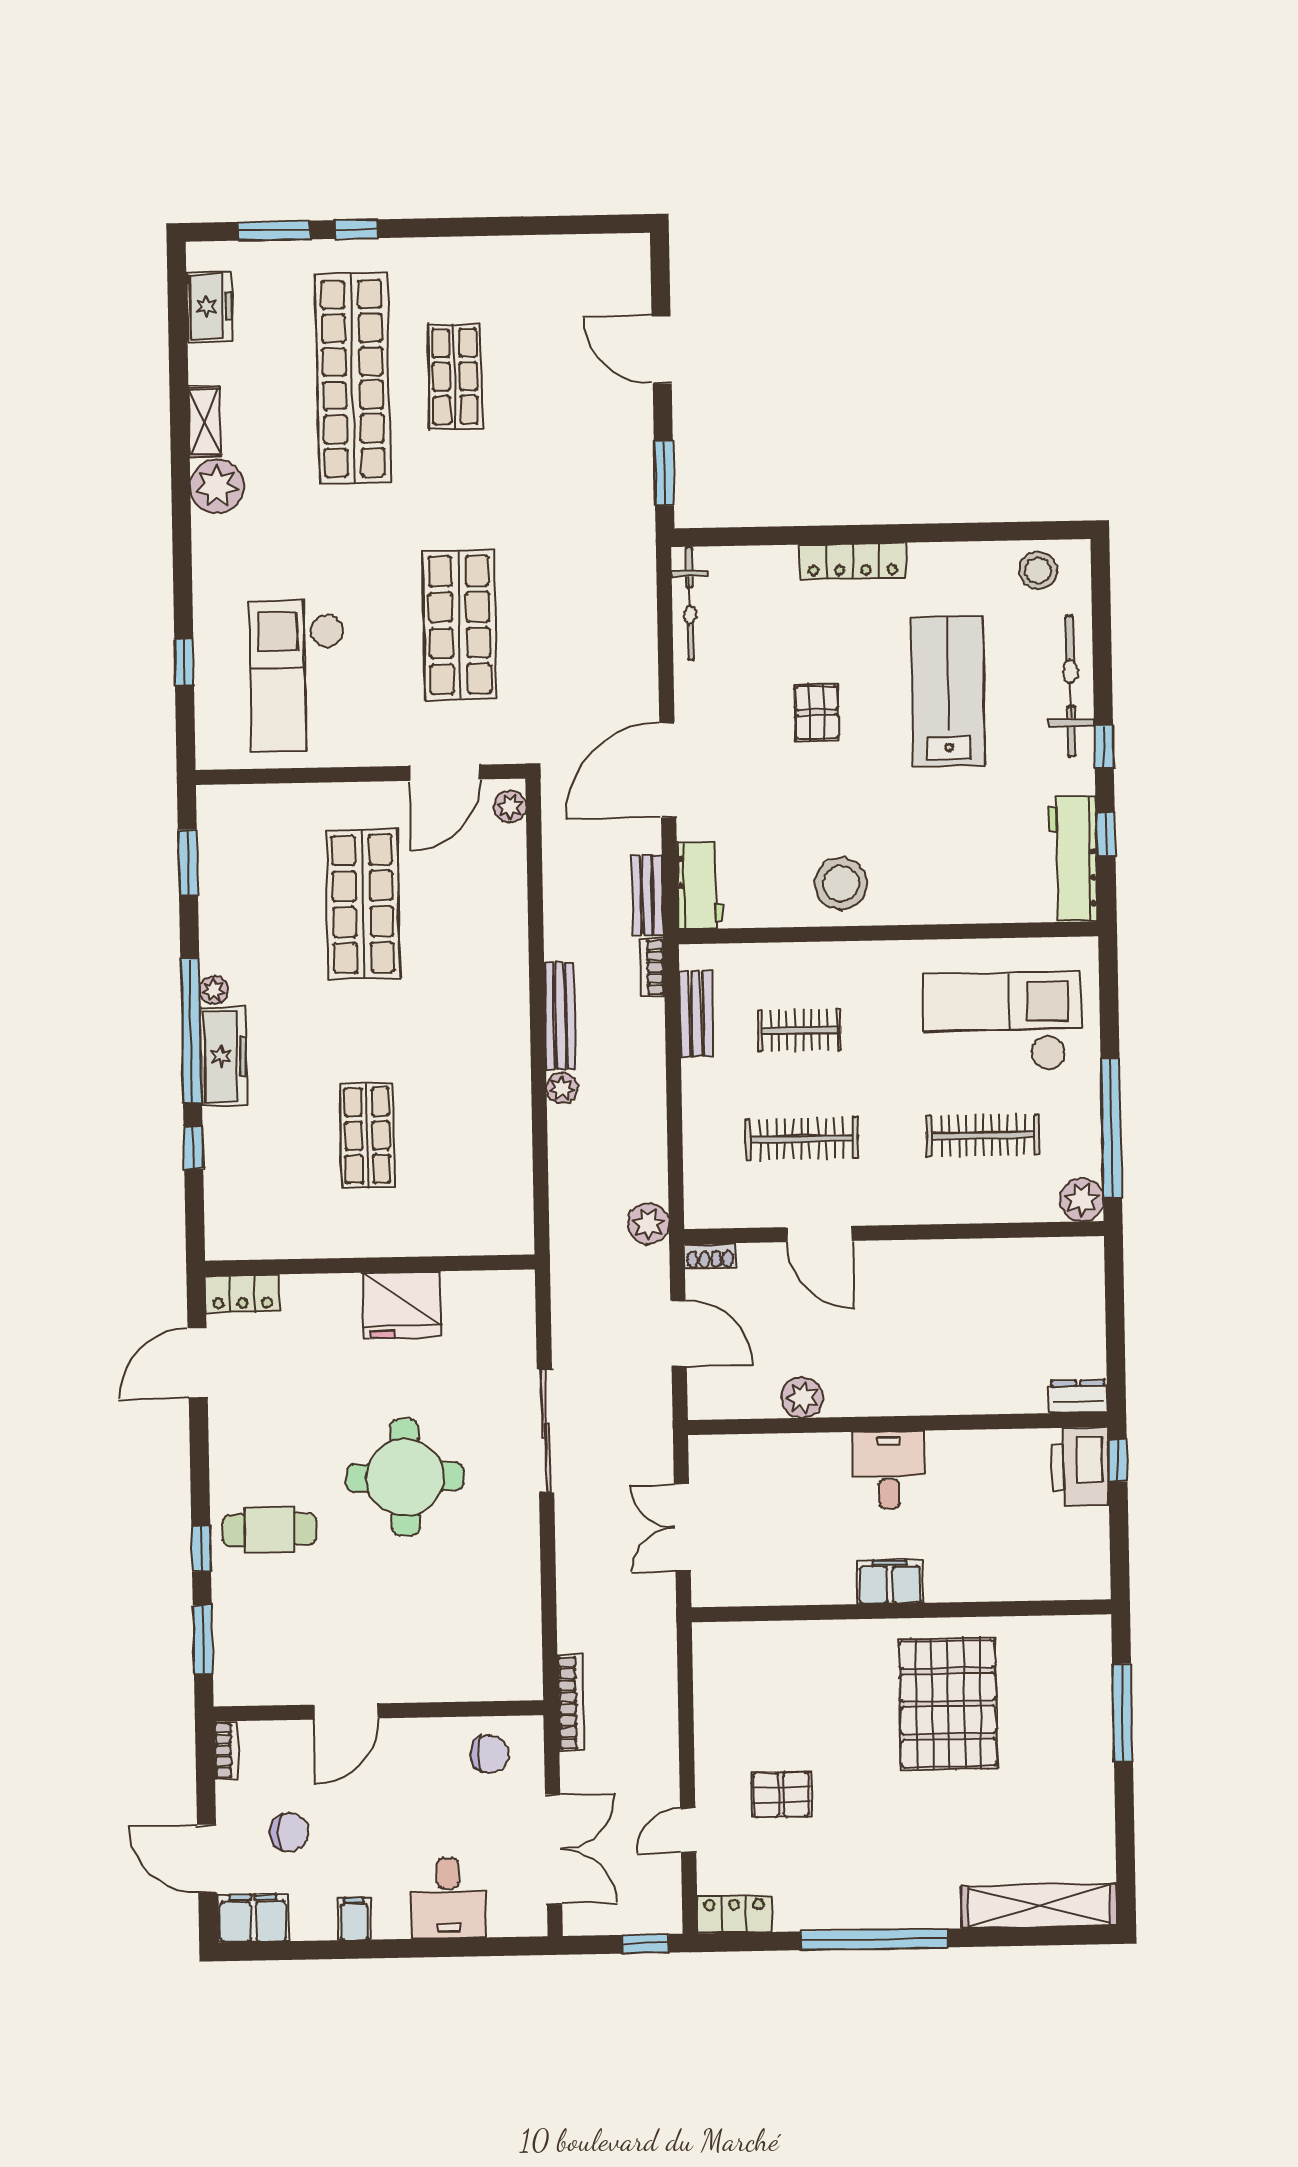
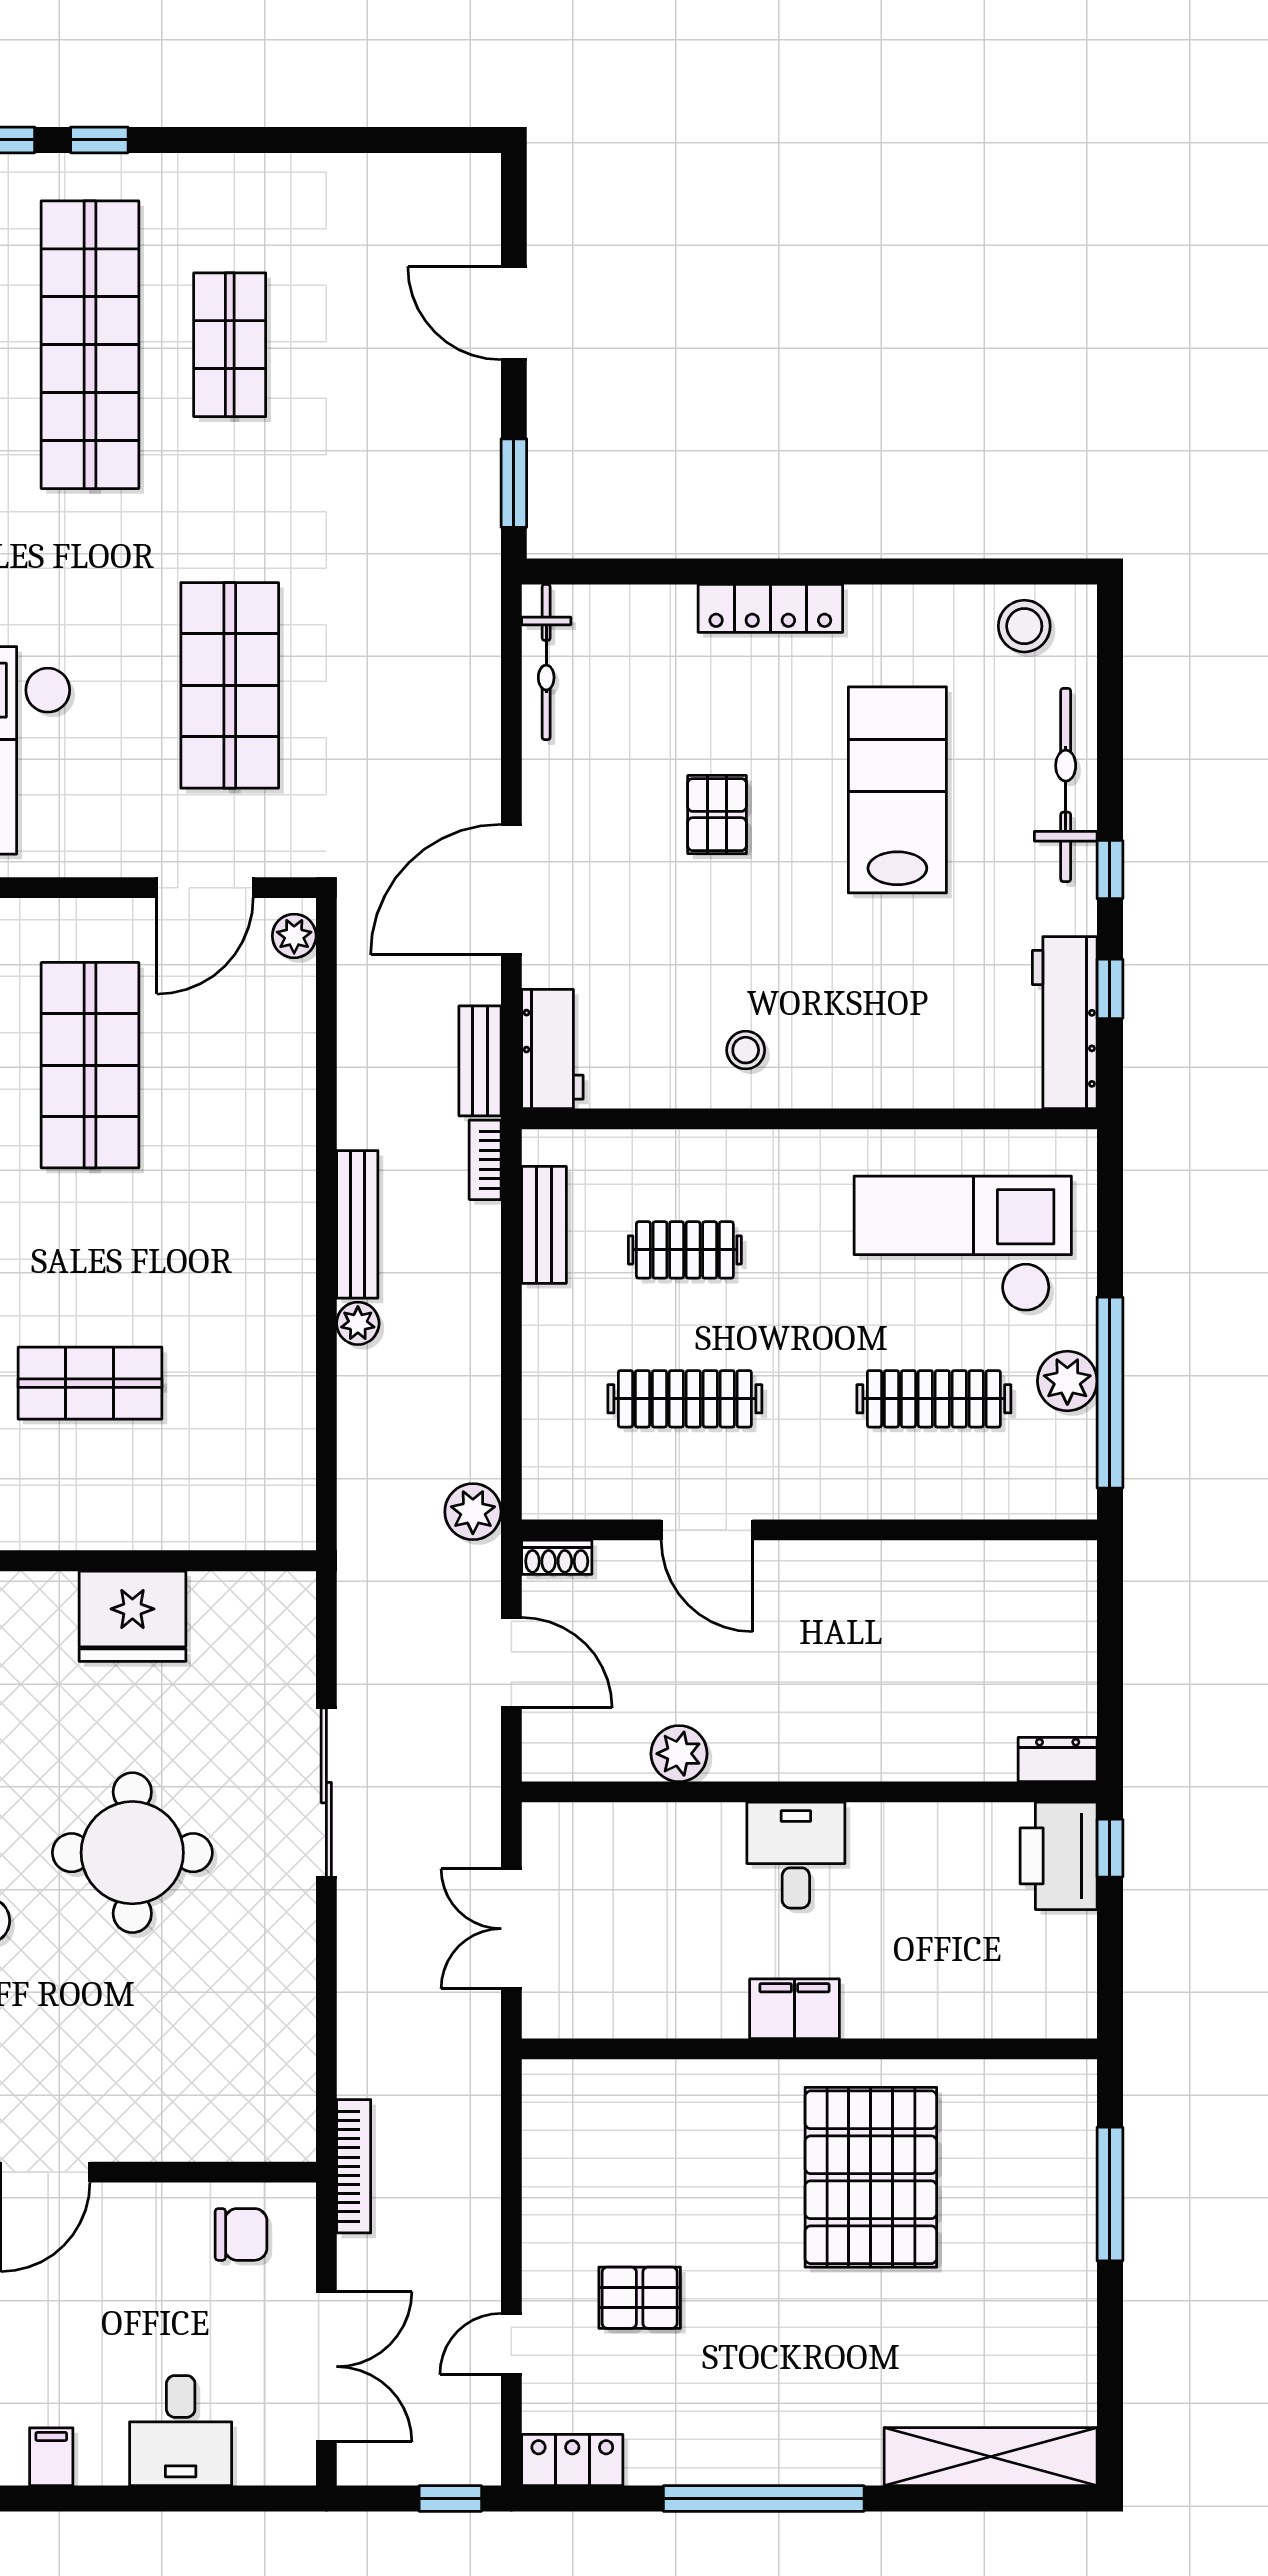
stool: (841, 884) -> (746, 1050), width x0.53, depth x0.53
shop shelf: (367, 1136) -> (90, 1383), turned 90
plant: (1082, 1200) -> (1067, 1381), moved

